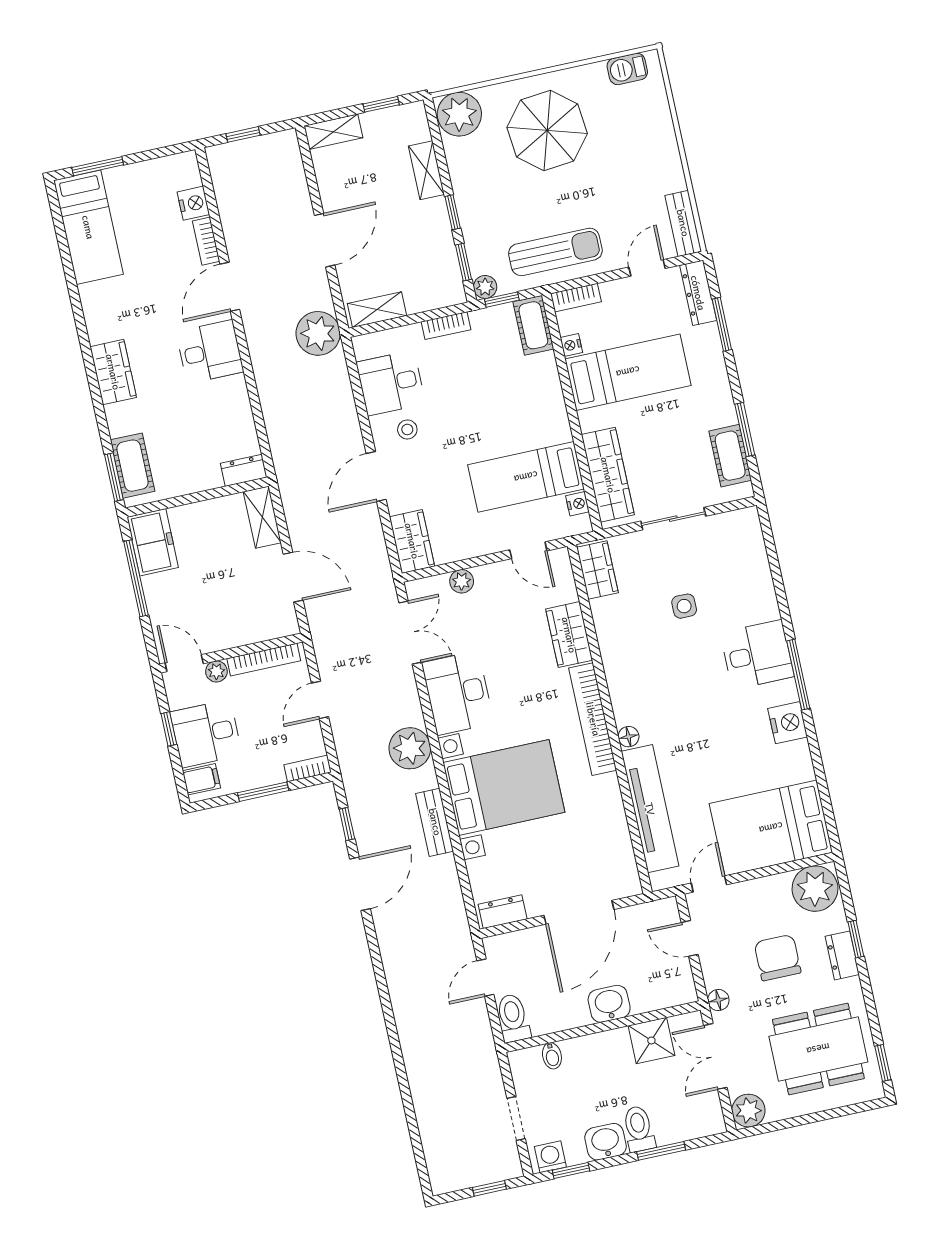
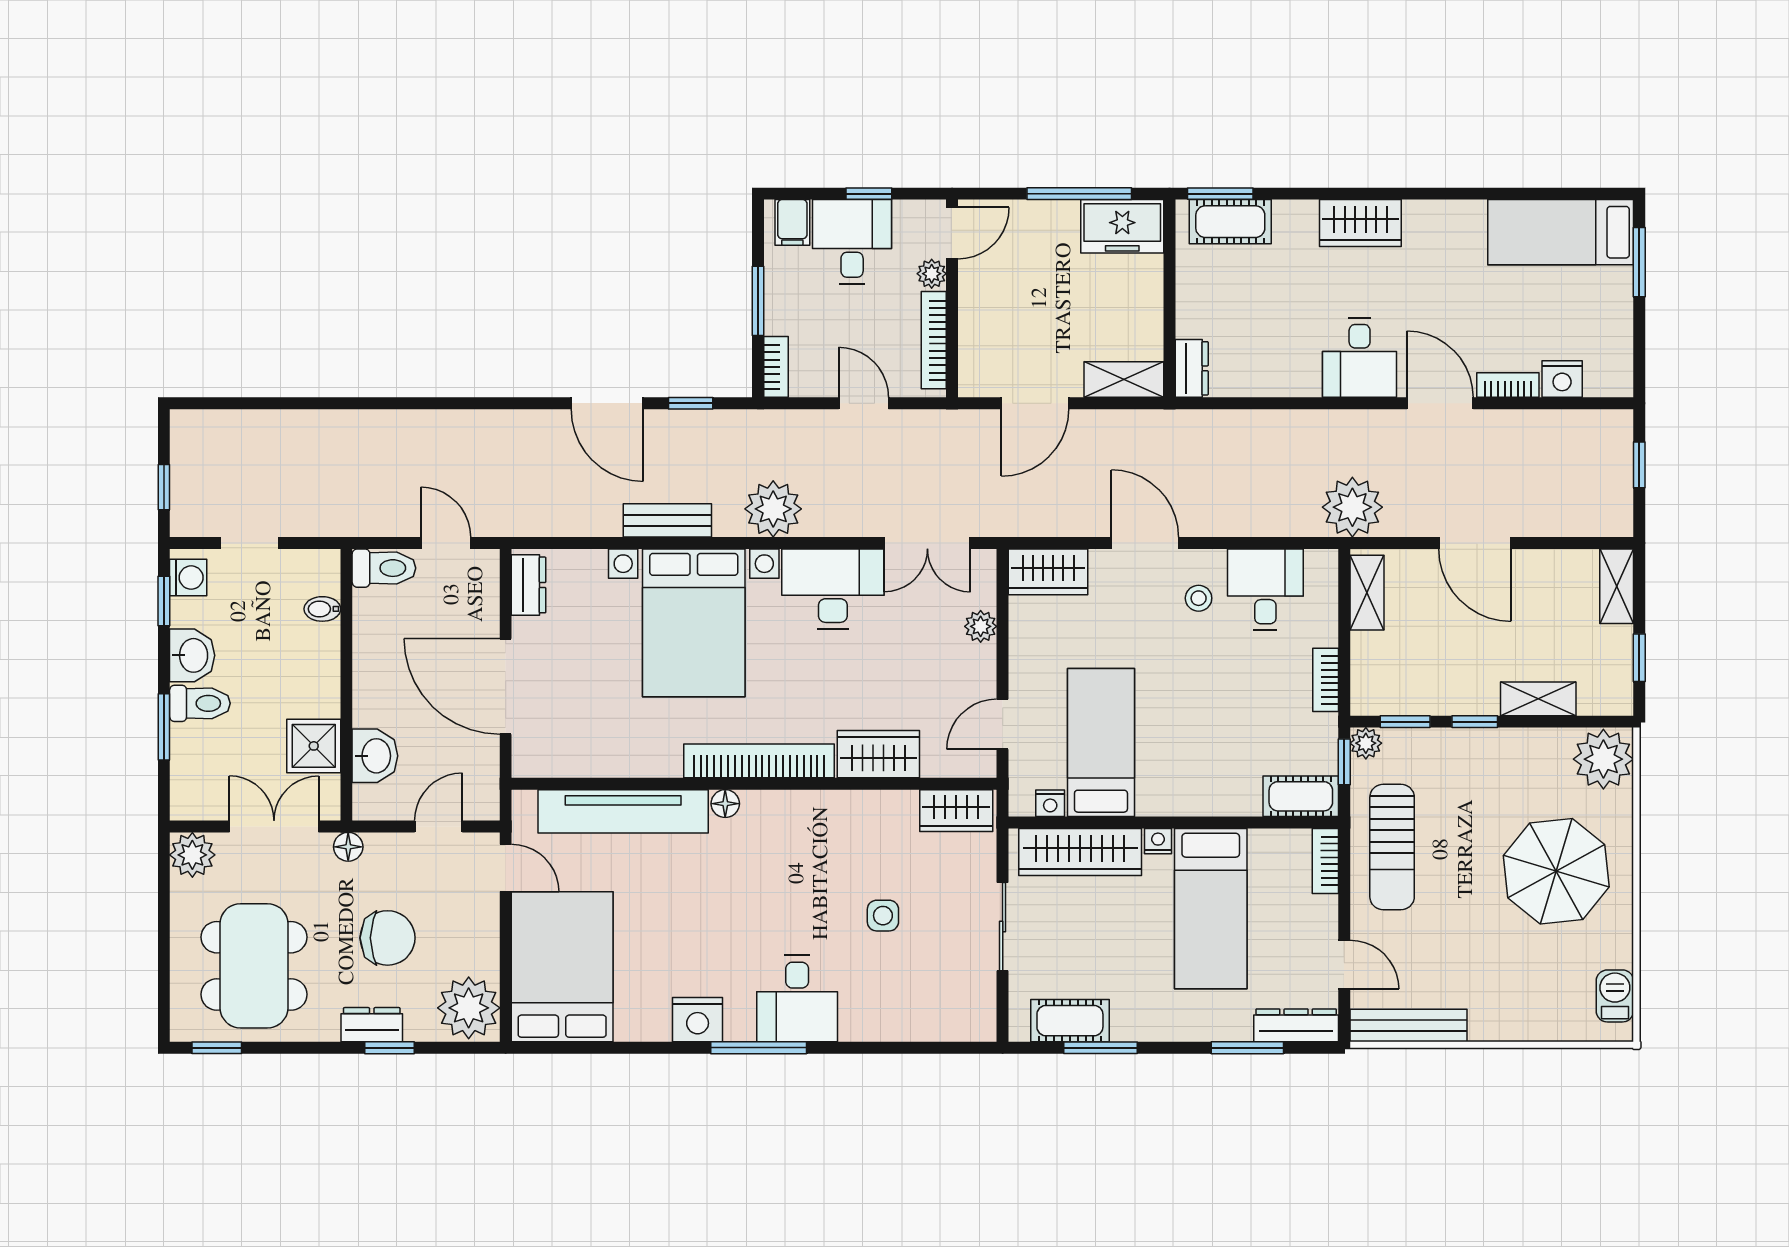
bench: (683, 223) -> (1408, 1026), width x1.36
nightstand: (571, 345) -> (1158, 841), moved
washbasin: (609, 1004) -> (375, 756), moved

